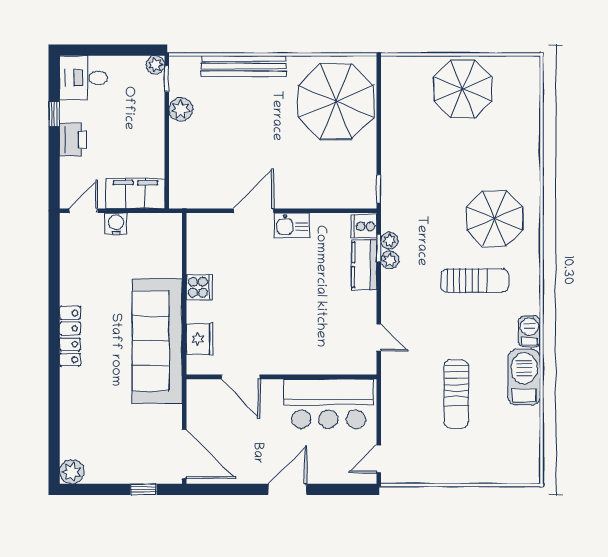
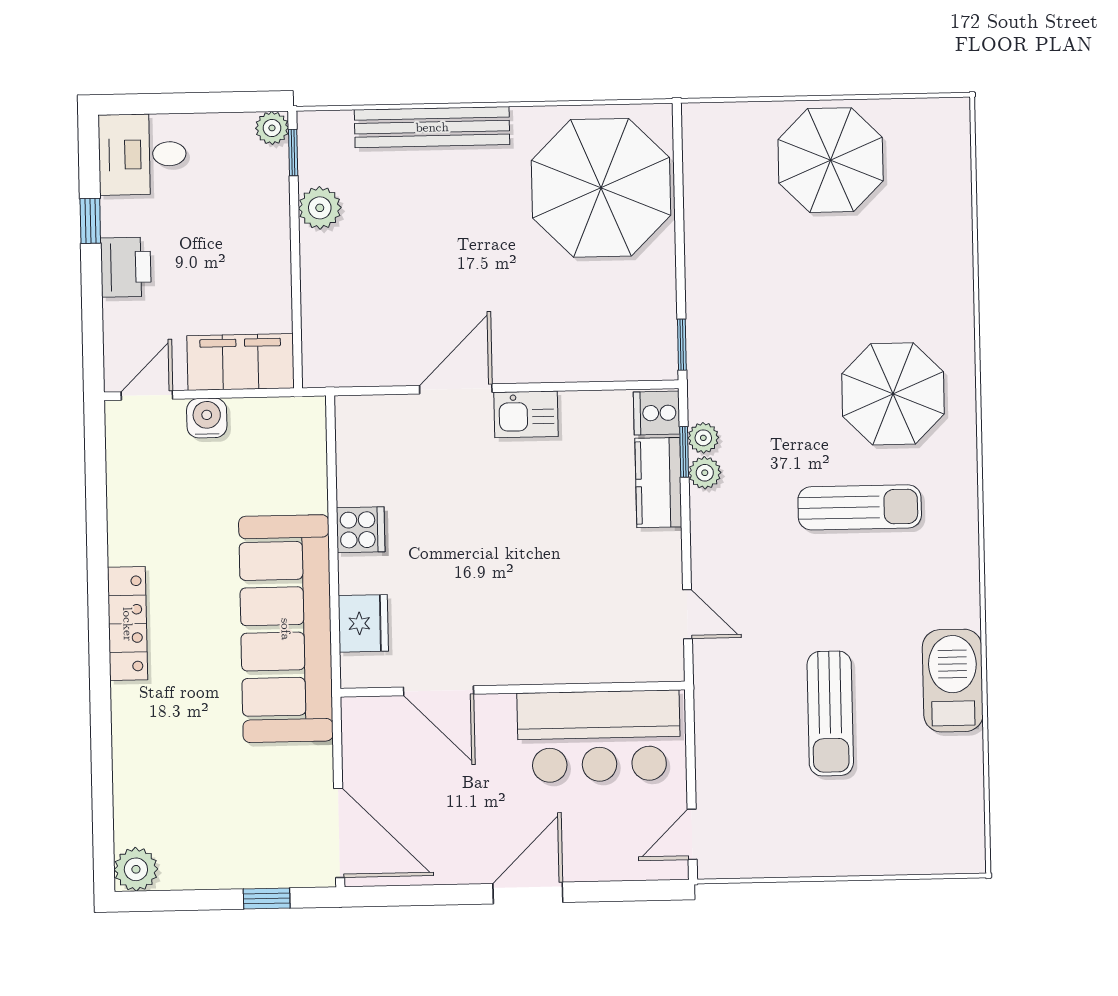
barbecue: (529, 332) -> (960, 598), removed

